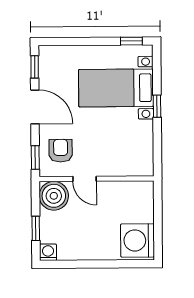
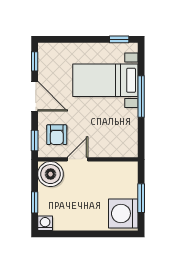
window: (157, 106) -> (141, 96), width x2.17
armchair: (61, 151) -> (57, 135), turned 180
door: (85, 179) -> (77, 159), swing flipped
window: (158, 223) -> (141, 198), added

